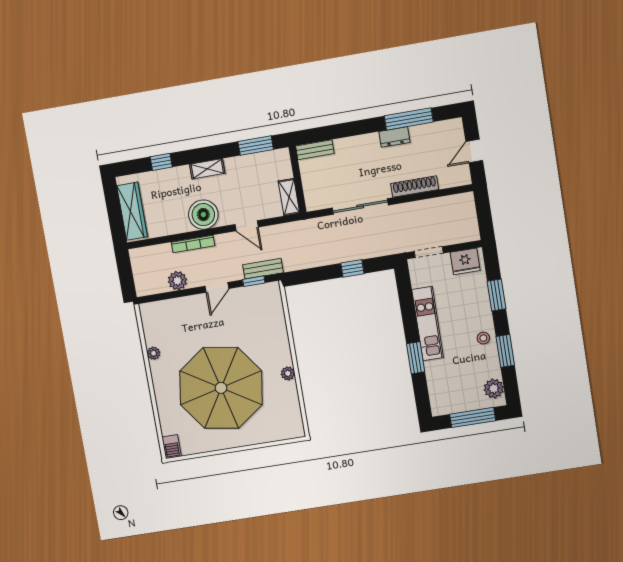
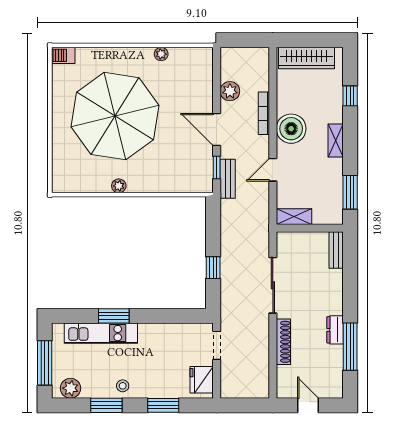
door: (217, 287) -> (217, 130), width x1.38
kitchen unit: (428, 324) -> (101, 333), moved

